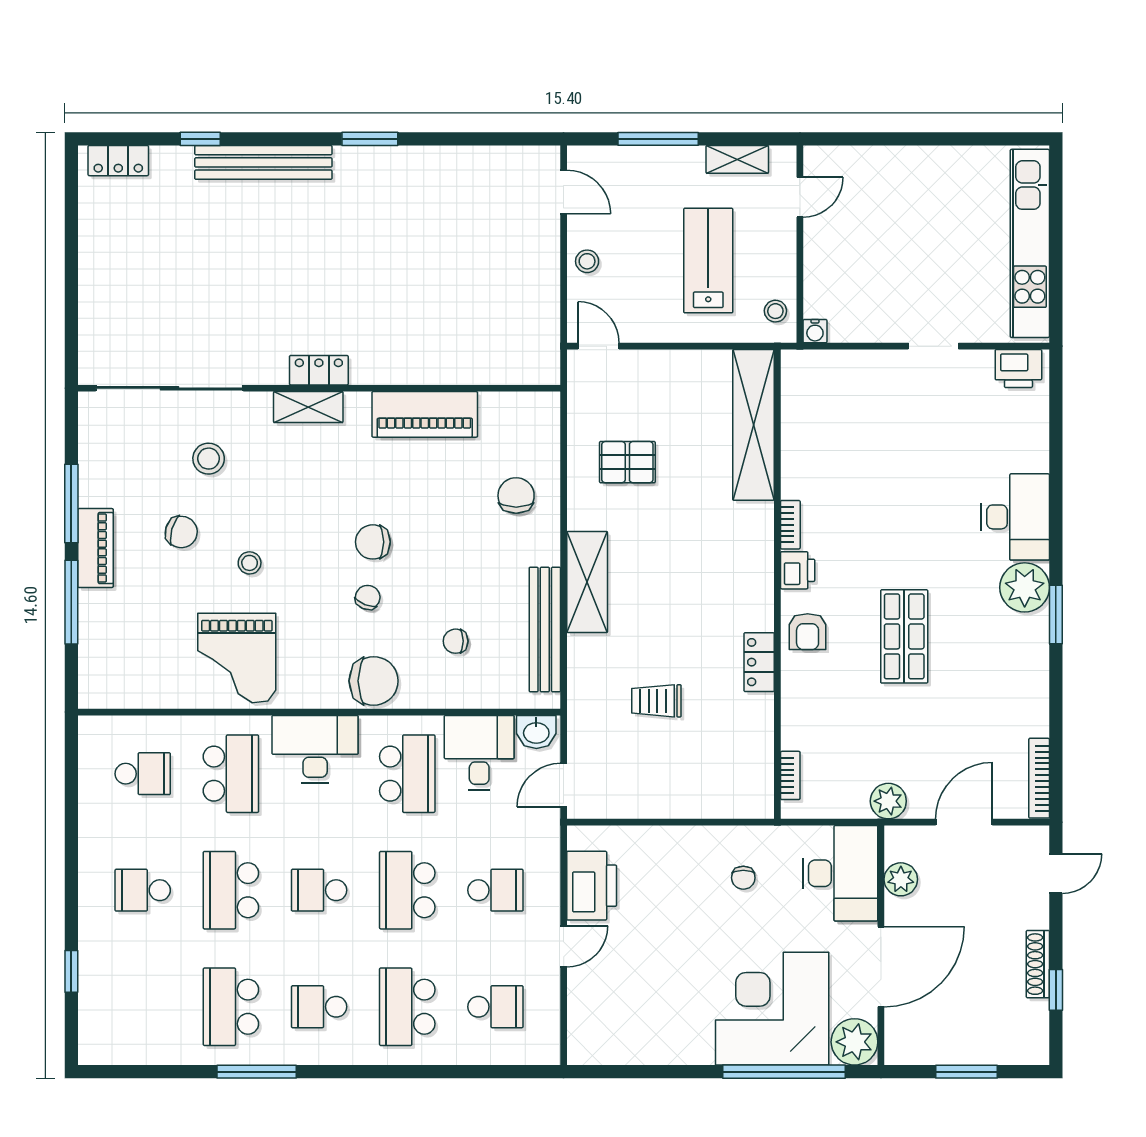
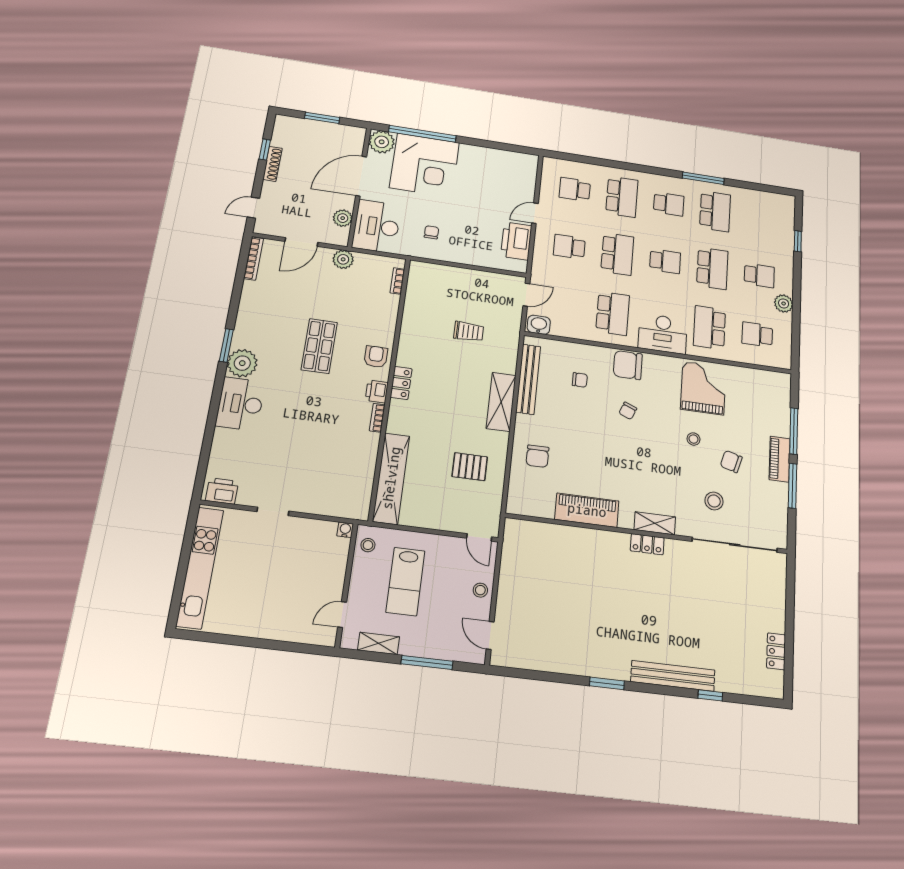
locker: (118, 161) -> (776, 651), moved, turned -90
chair: (373, 542) -> (623, 441), removed
locker: (759, 662) -> (401, 383), moved
desk: (479, 753) -> (572, 318), removed
school desk: (407, 774) -> (613, 313), turned 180
plant: (96, 842) -> (784, 303), added

